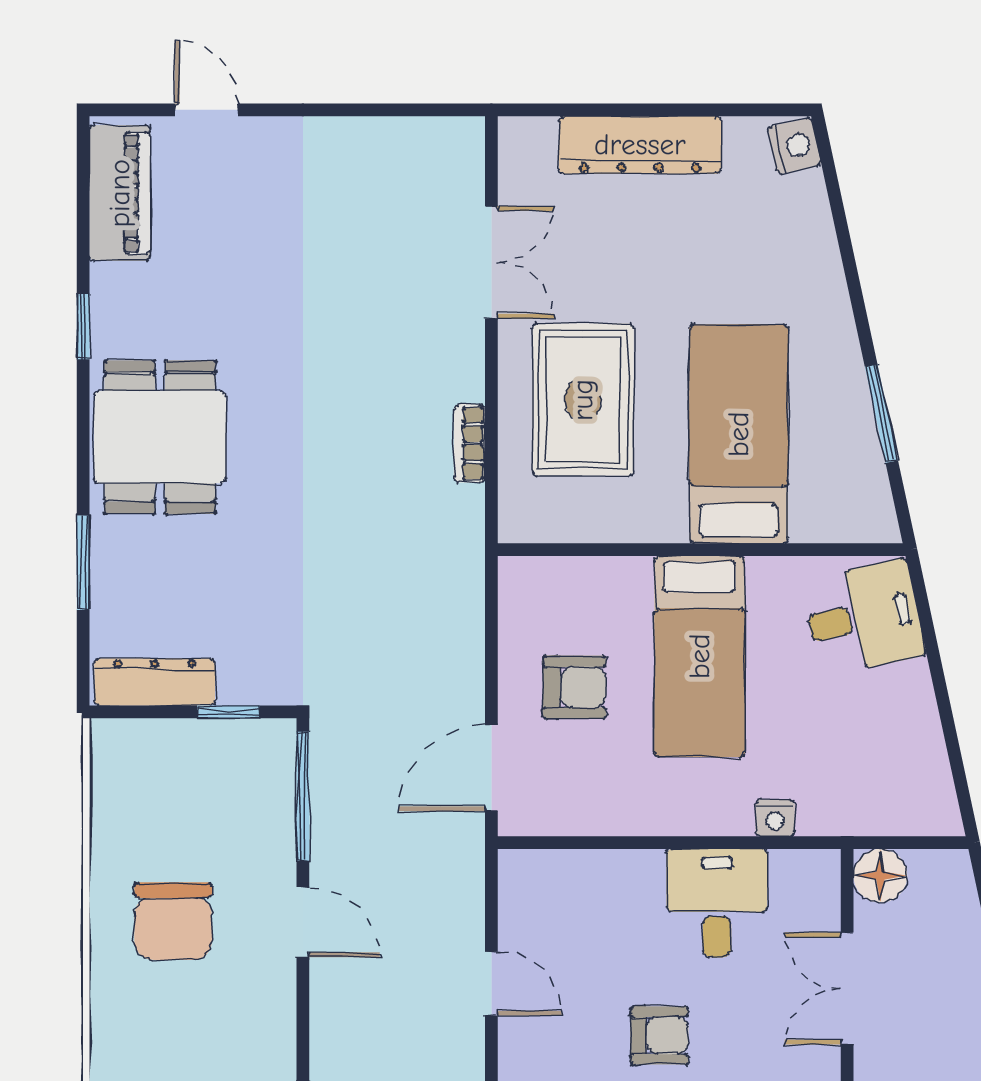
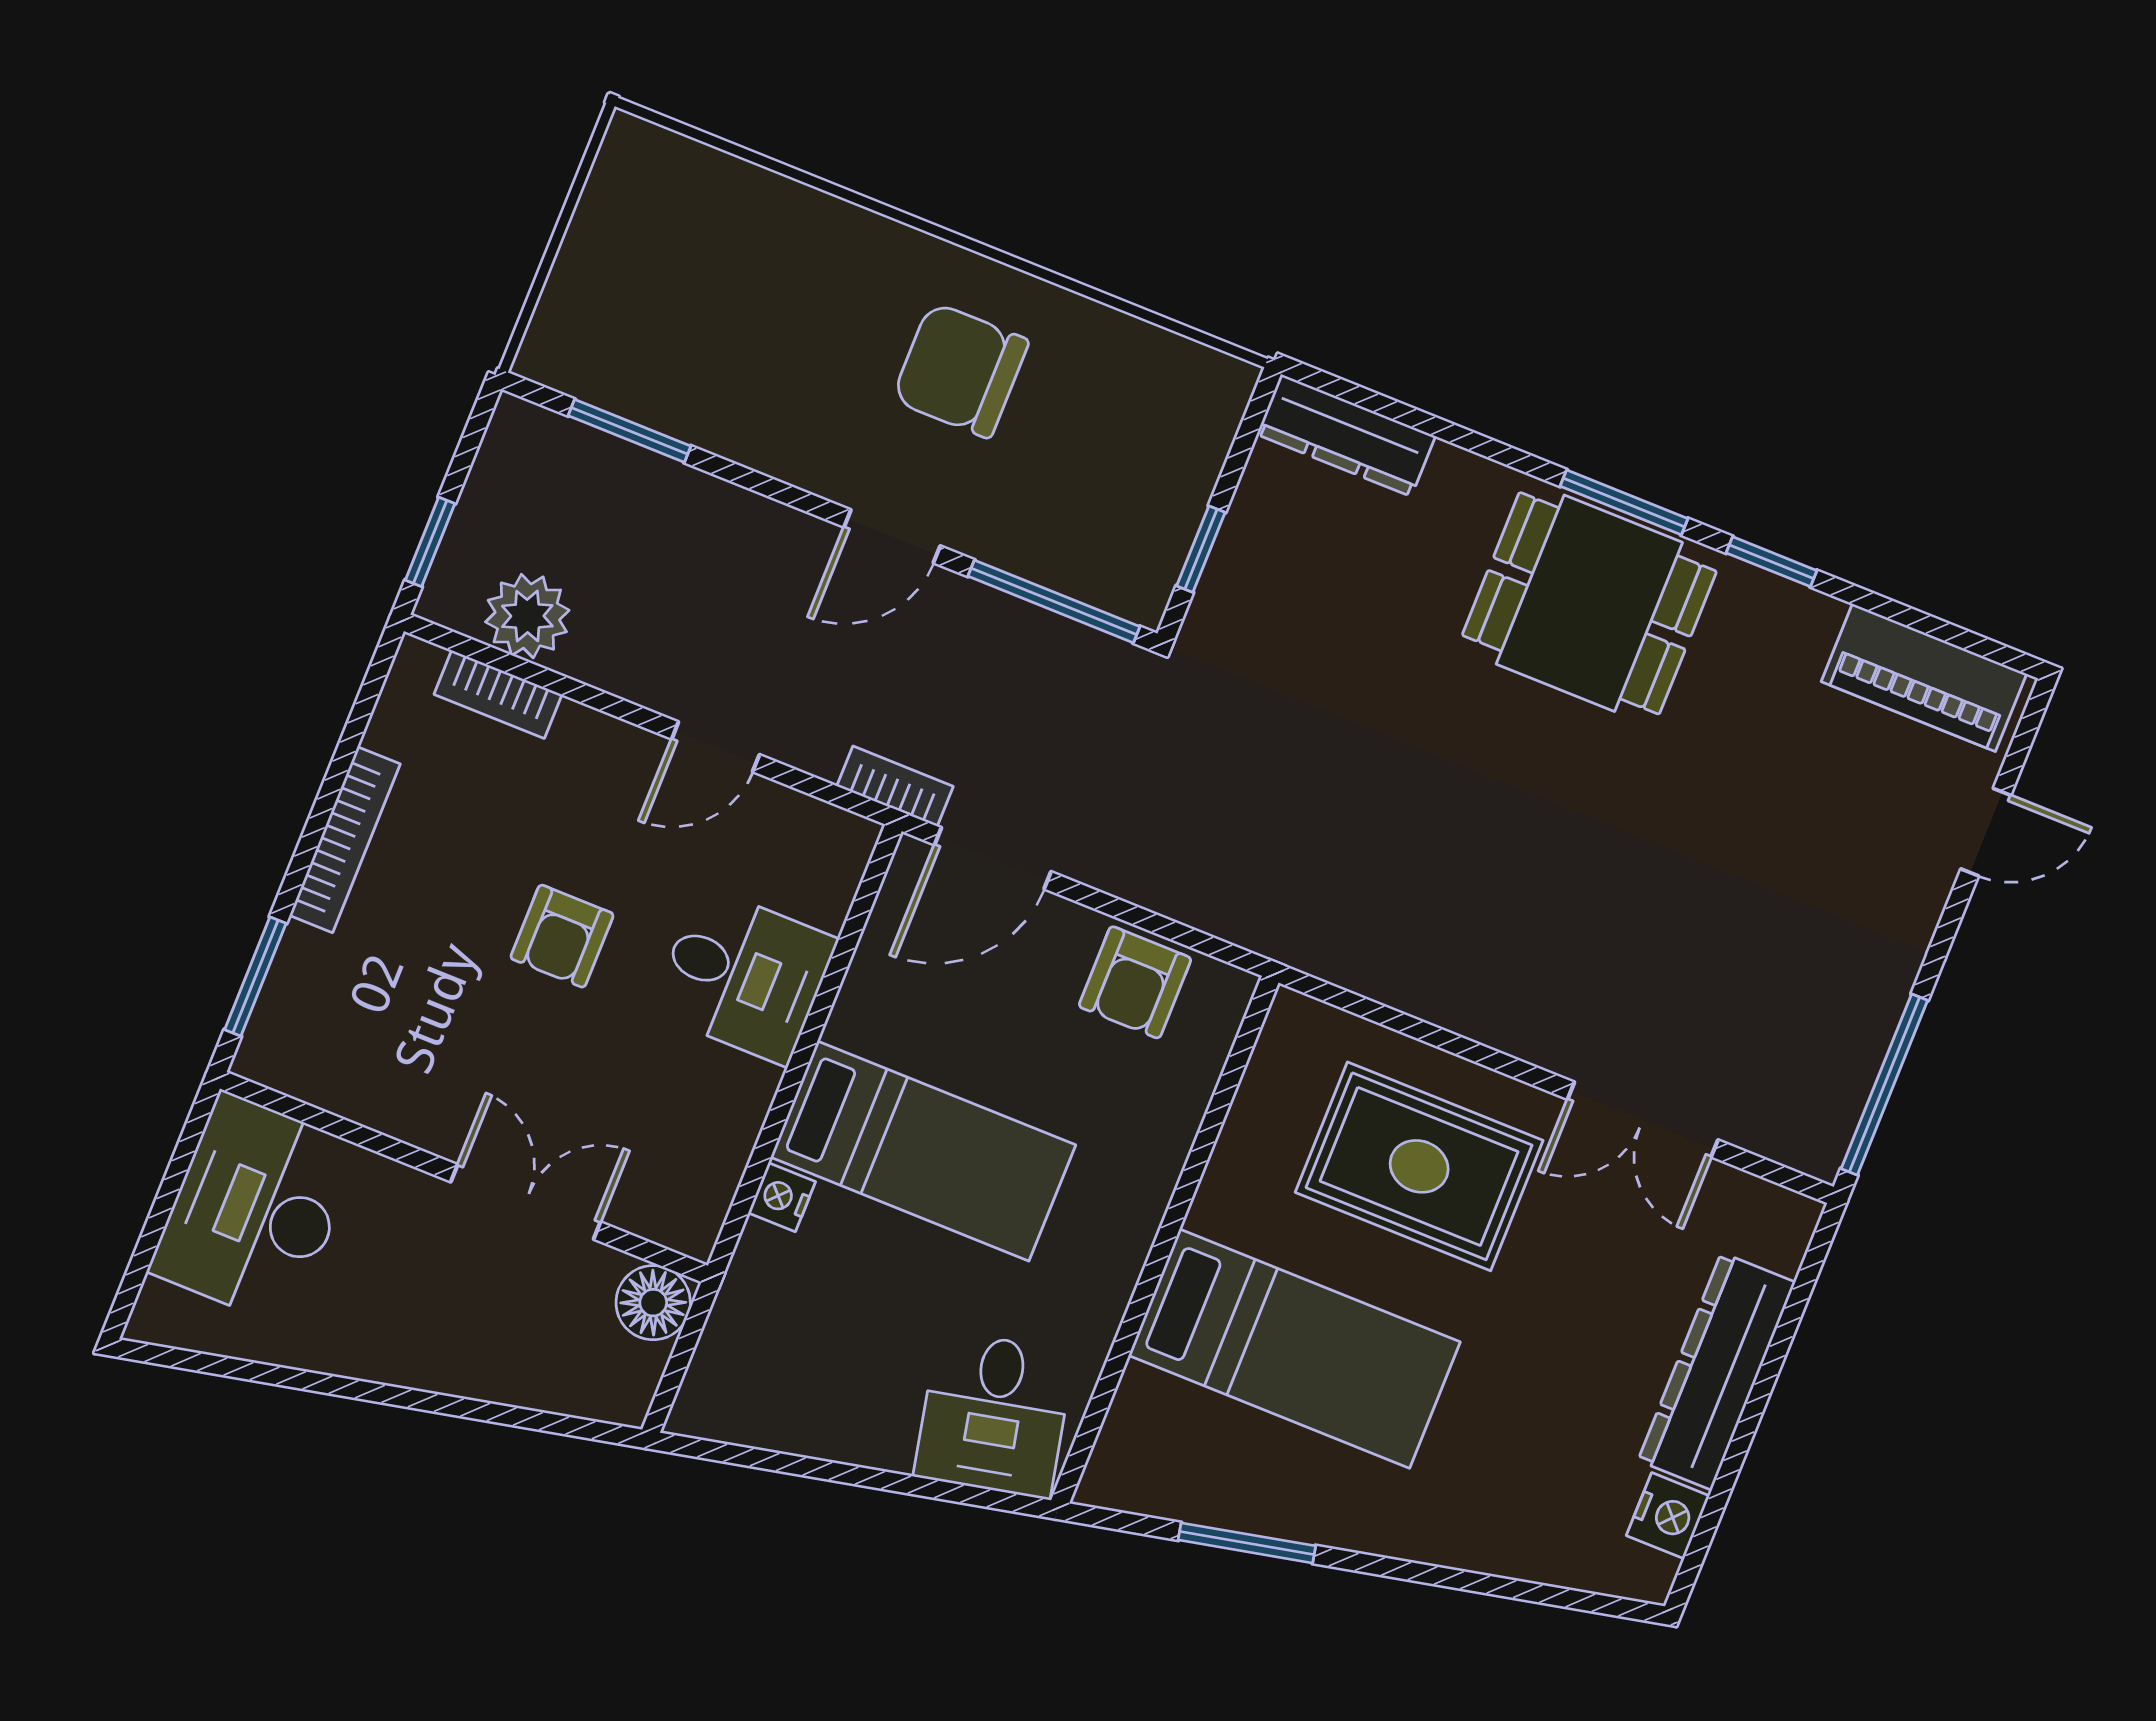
window: (403, 110) -> (1884, 1084), added
nightstand: (795, 146) -> (1668, 1516), moved, turned -78
bookcase: (469, 443) -> (895, 786), moved
window: (83, 563) -> (1624, 502), moved
bed: (700, 656) -> (923, 1151), moved, turned 180
dresser: (155, 682) -> (1346, 435), moved, turned 90
armchair: (574, 687) -> (1135, 982), moved
door: (491, 768) -> (993, 858), swing flipped
desk: (717, 903) -> (744, 975), moved

